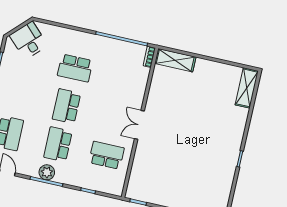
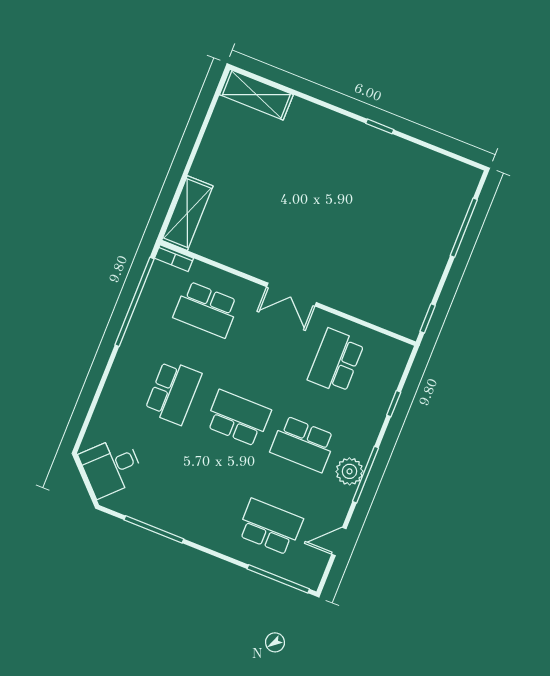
school desk: (124, 79) -> (206, 309), added
school desk: (66, 106) -> (238, 418), turned 180

